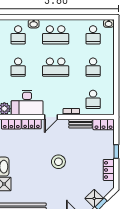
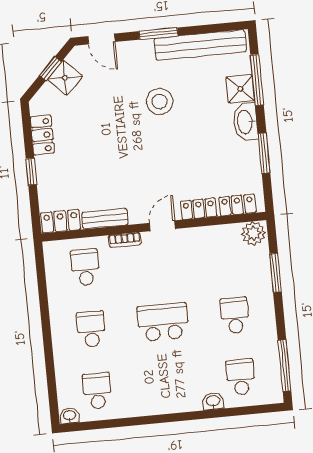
school desk: (56, 35) -> (169, 384), removed
desk: (27, 103) -> (211, 249), removed
stool: (58, 162) -> (160, 102), moved

